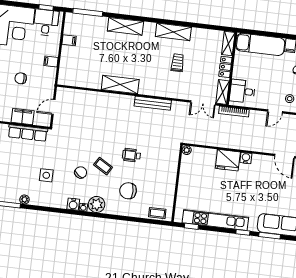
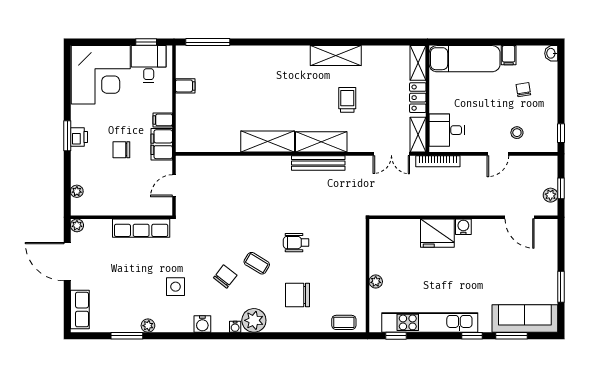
shelving: (125, 26) -> (321, 142), moved
filing cabinet: (23, 116) -> (162, 144), moved, turned -90
plant: (187, 150) -> (376, 282), moved
water cooler: (73, 204) -> (202, 324), moved

